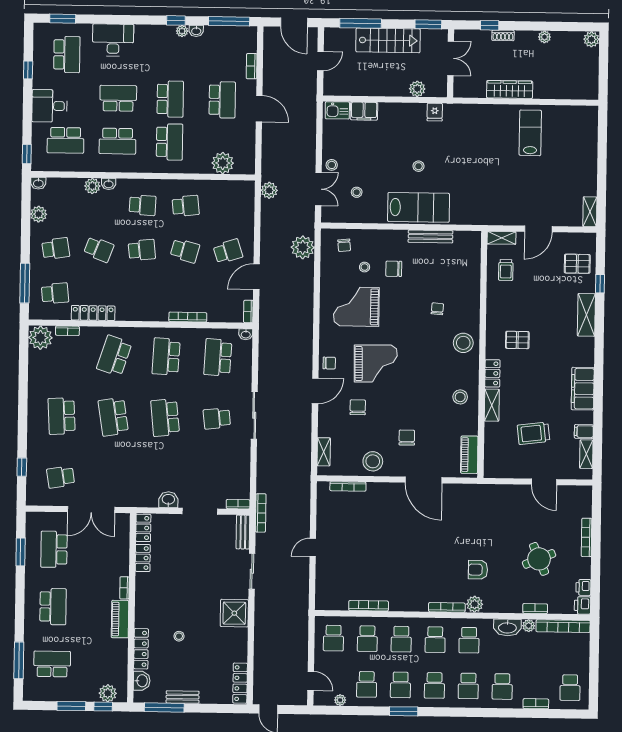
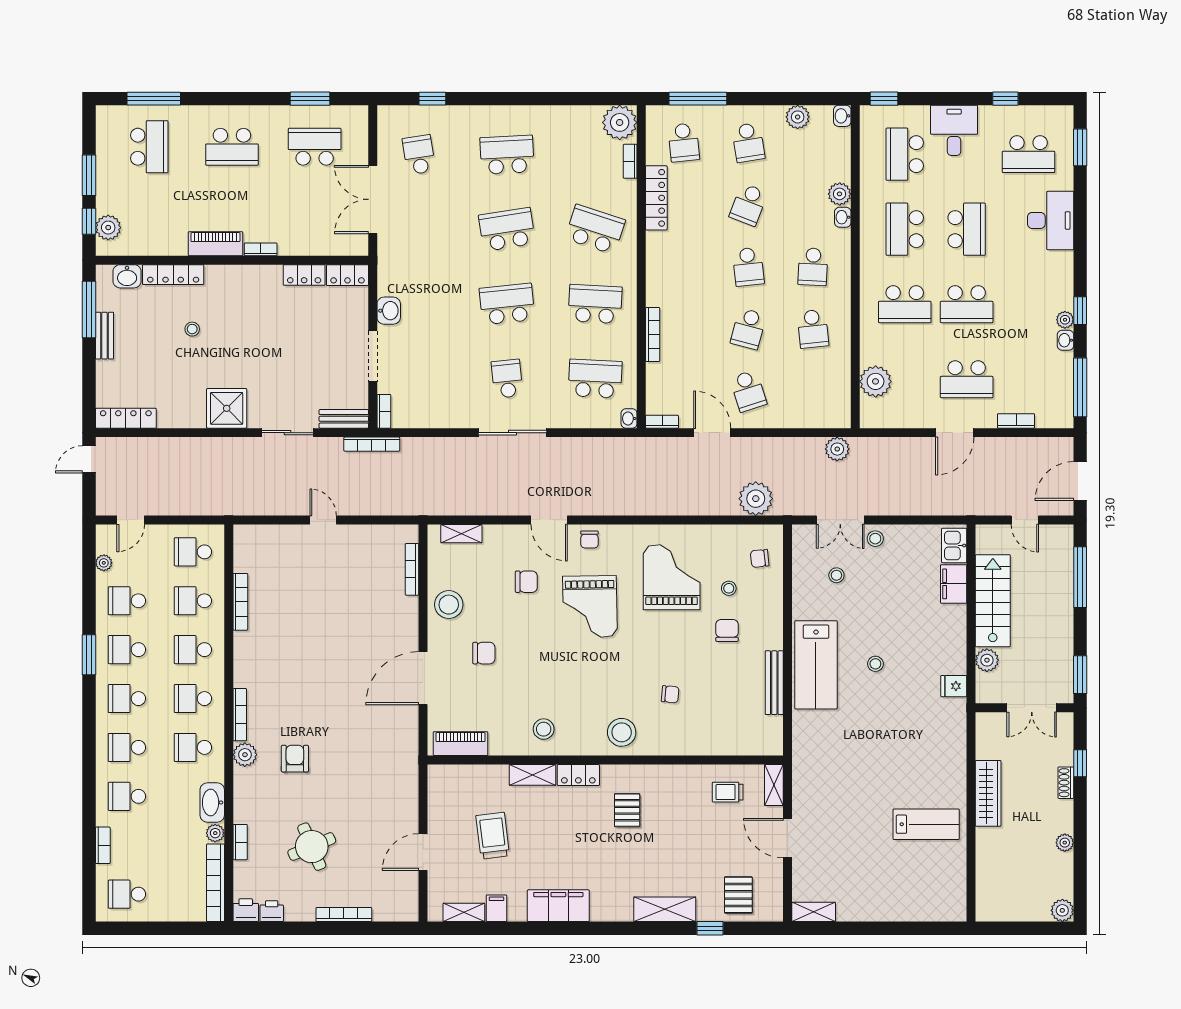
stairs: (388, 40) -> (993, 601), moved, turned 180

